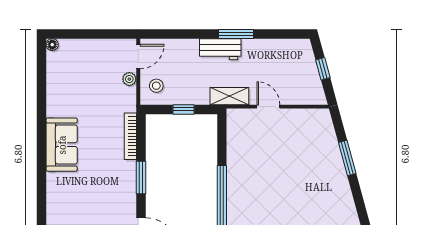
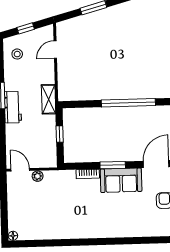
stool: (156, 86) -> (17, 54), moved
door: (268, 107) -> (55, 50), moved
bookcase: (130, 136) -> (88, 174), width x0.64
sofa: (62, 145) -> (121, 180), moved, turned 180

